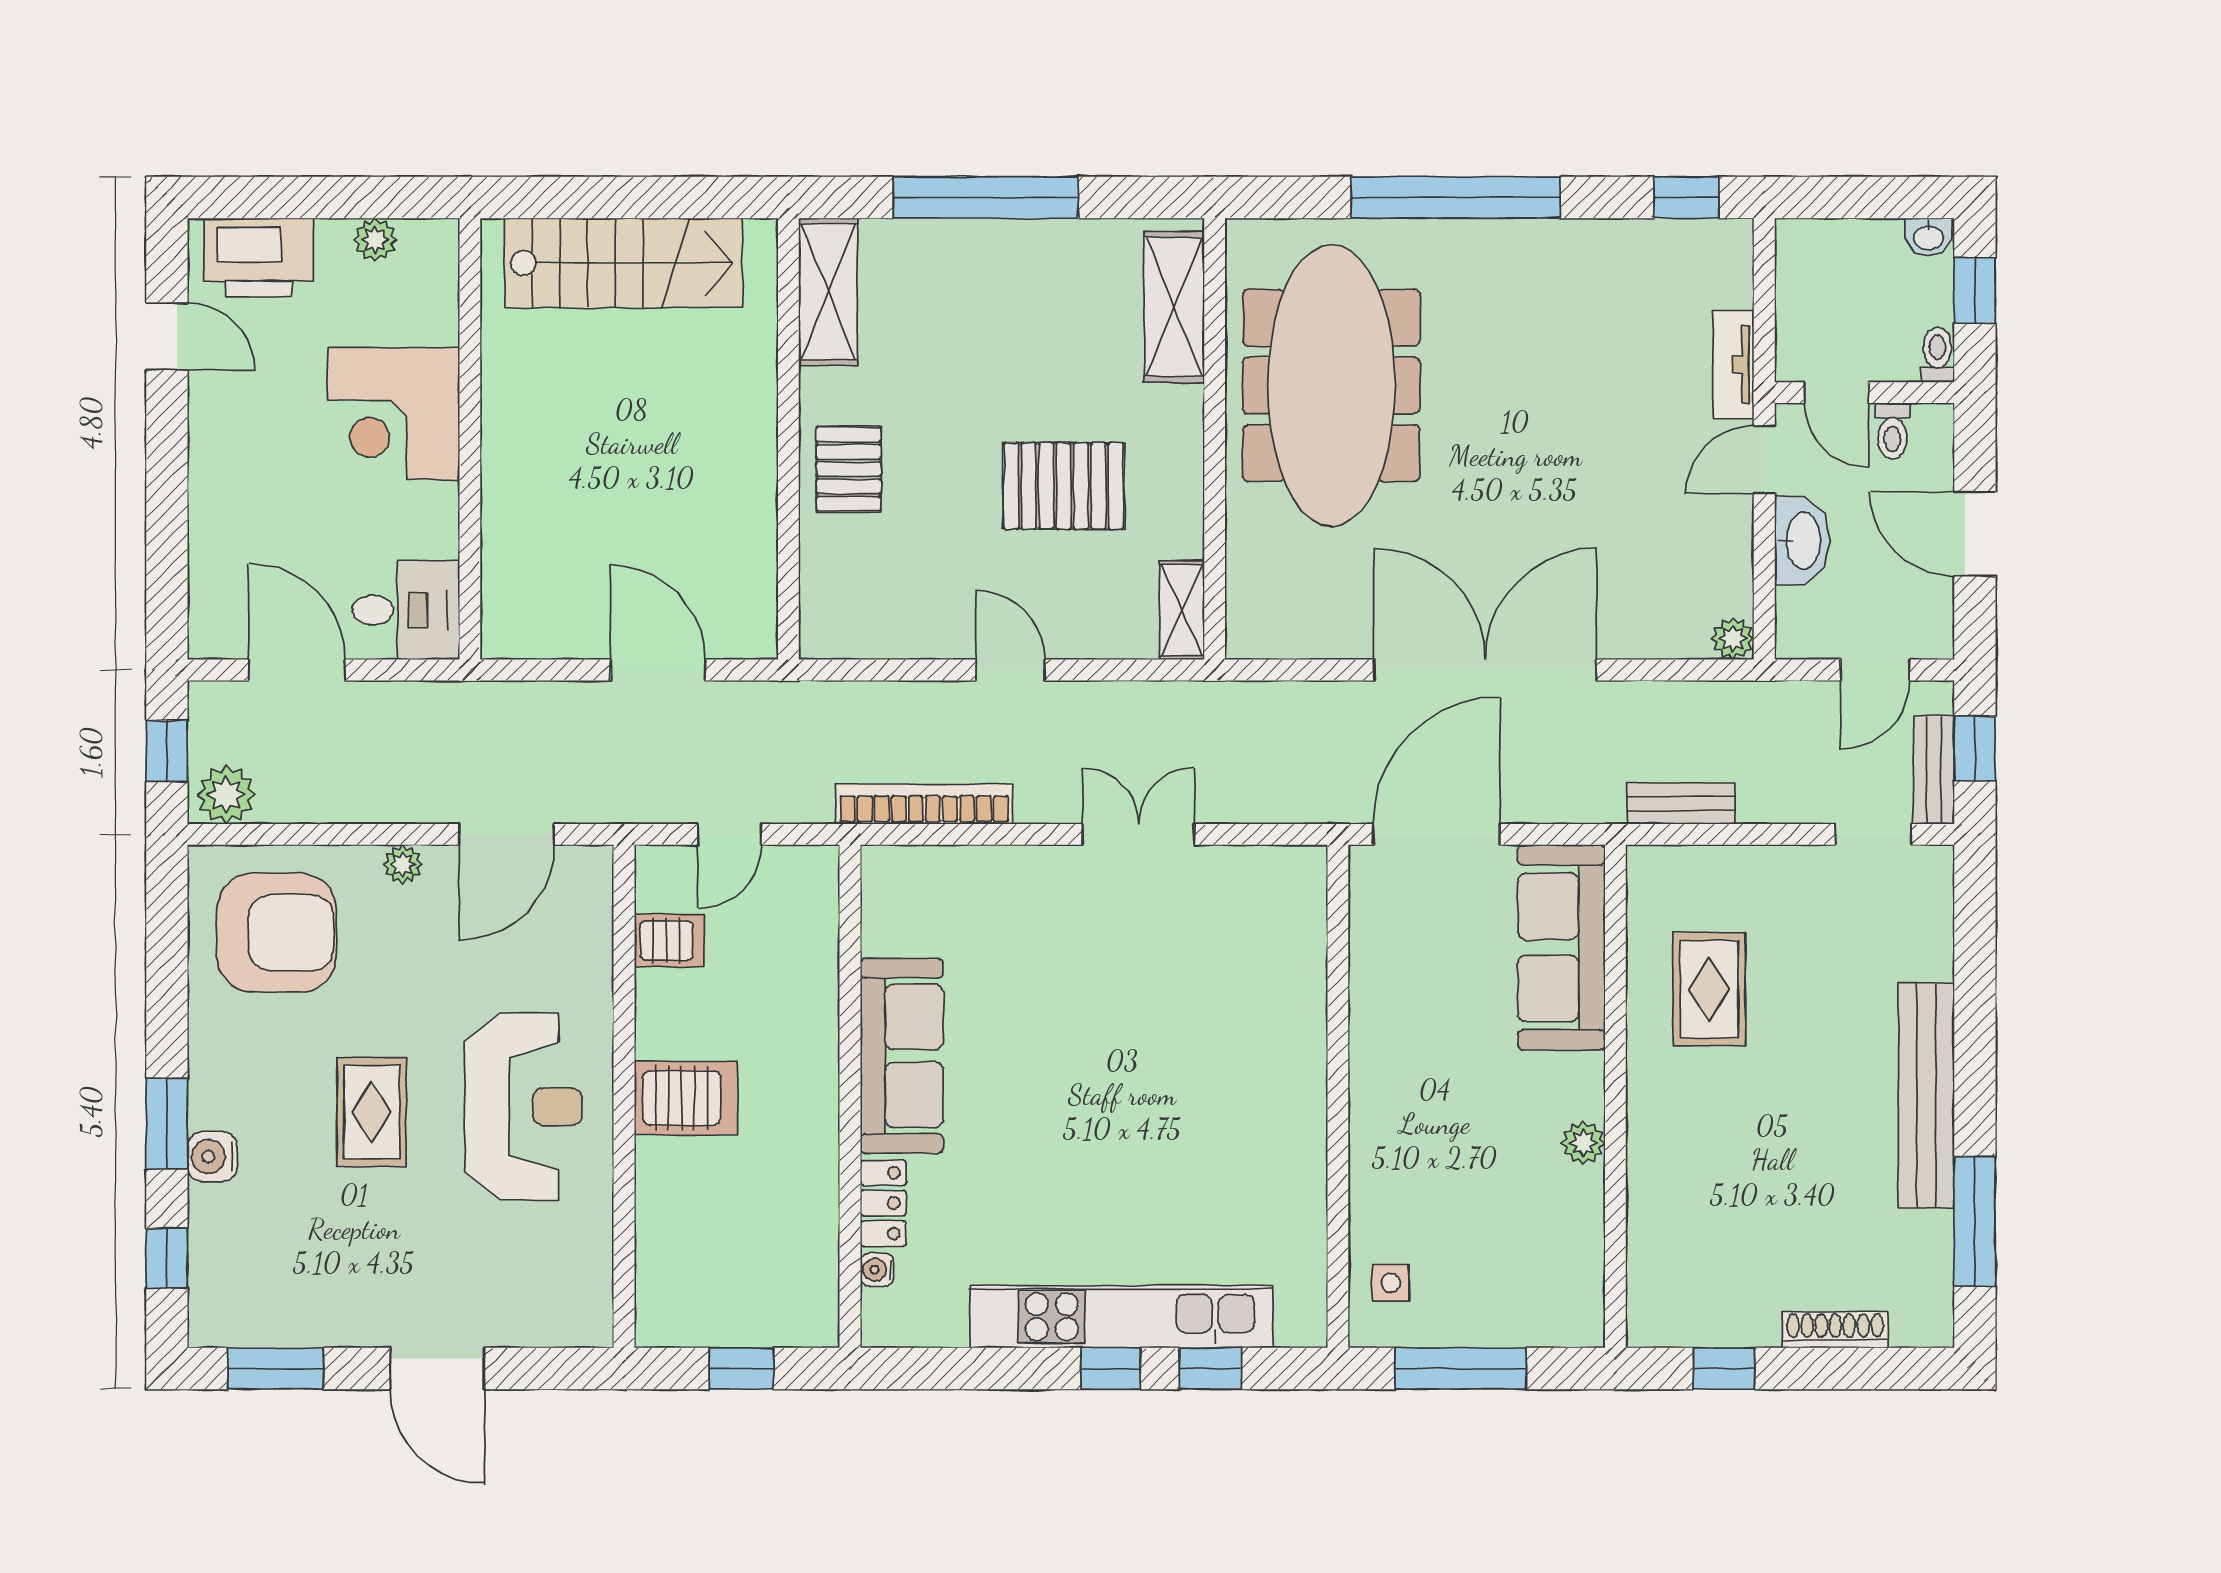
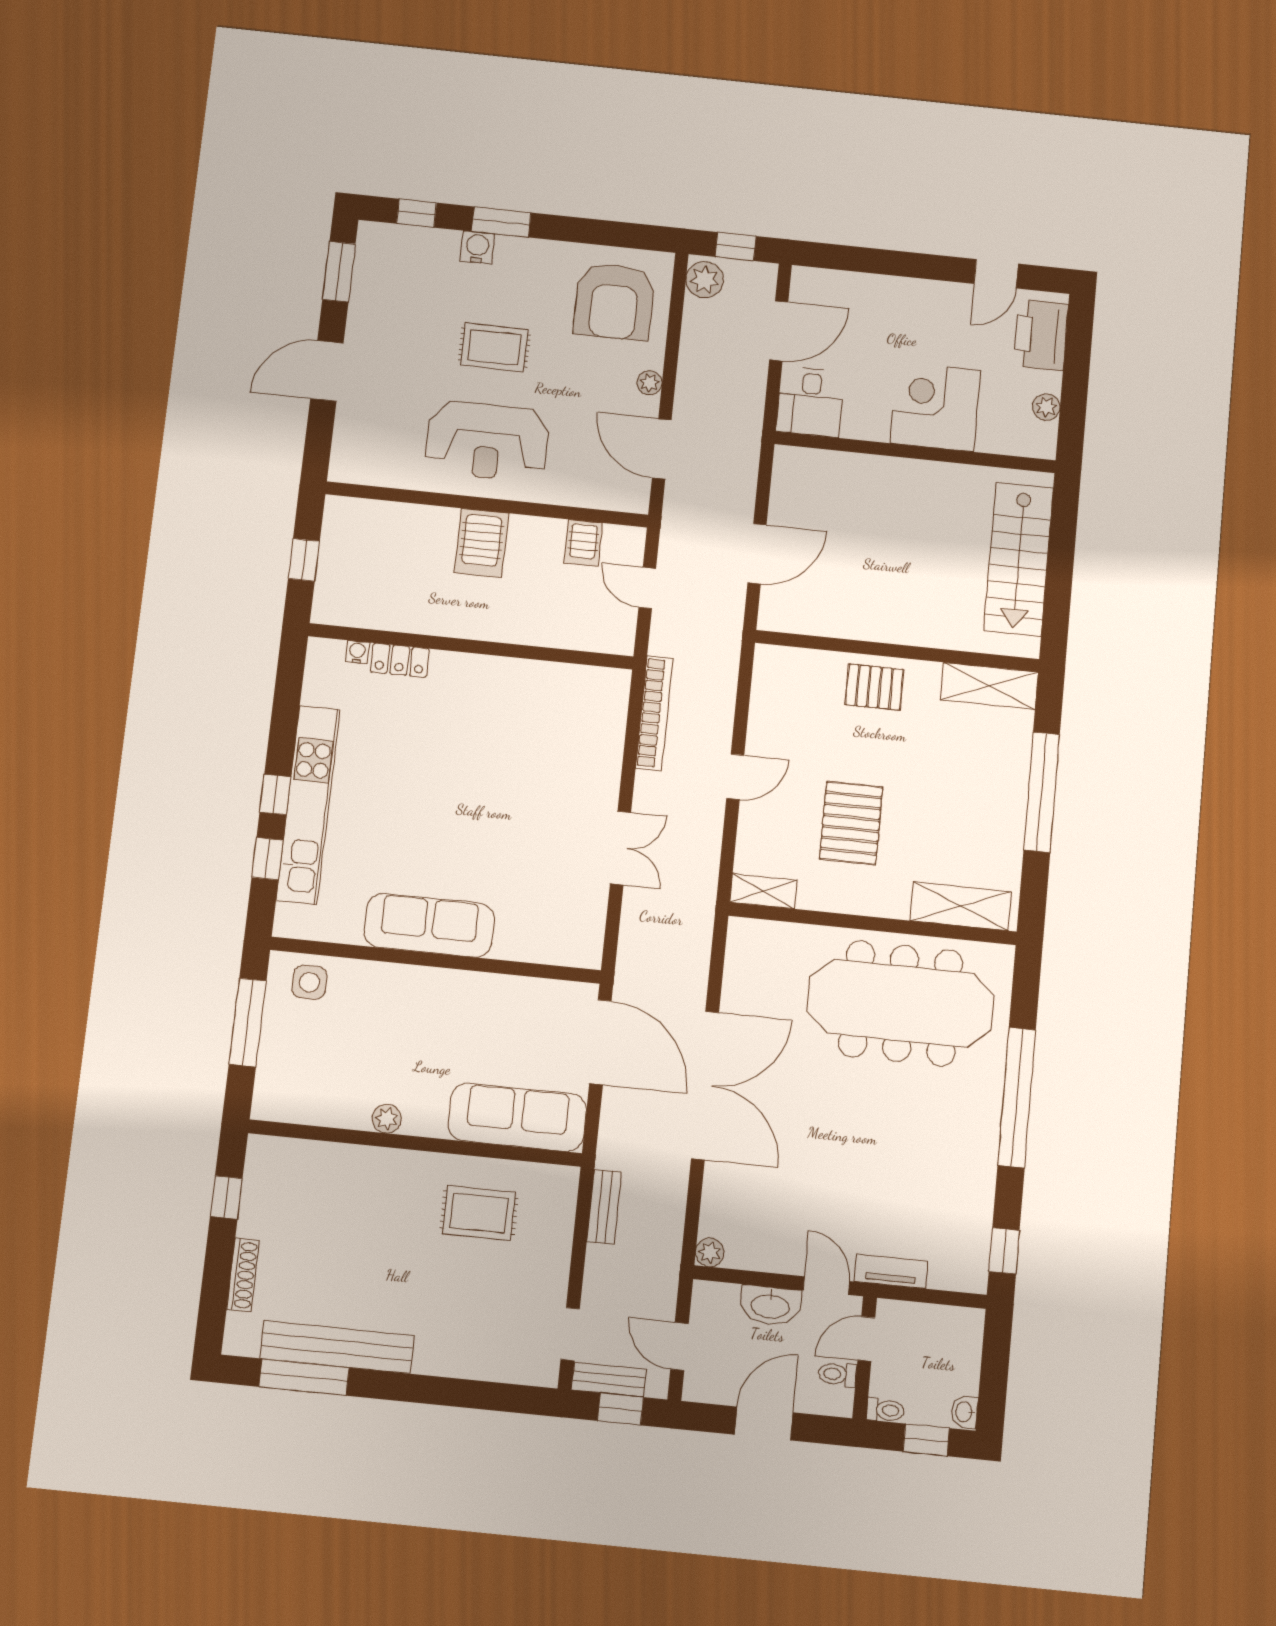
sofa: (902, 1056) -> (429, 925), moved, turned 180
bench: (1926, 1096) -> (337, 1347), moved
side table: (1391, 1283) -> (309, 982), width x1.37, depth x1.37

